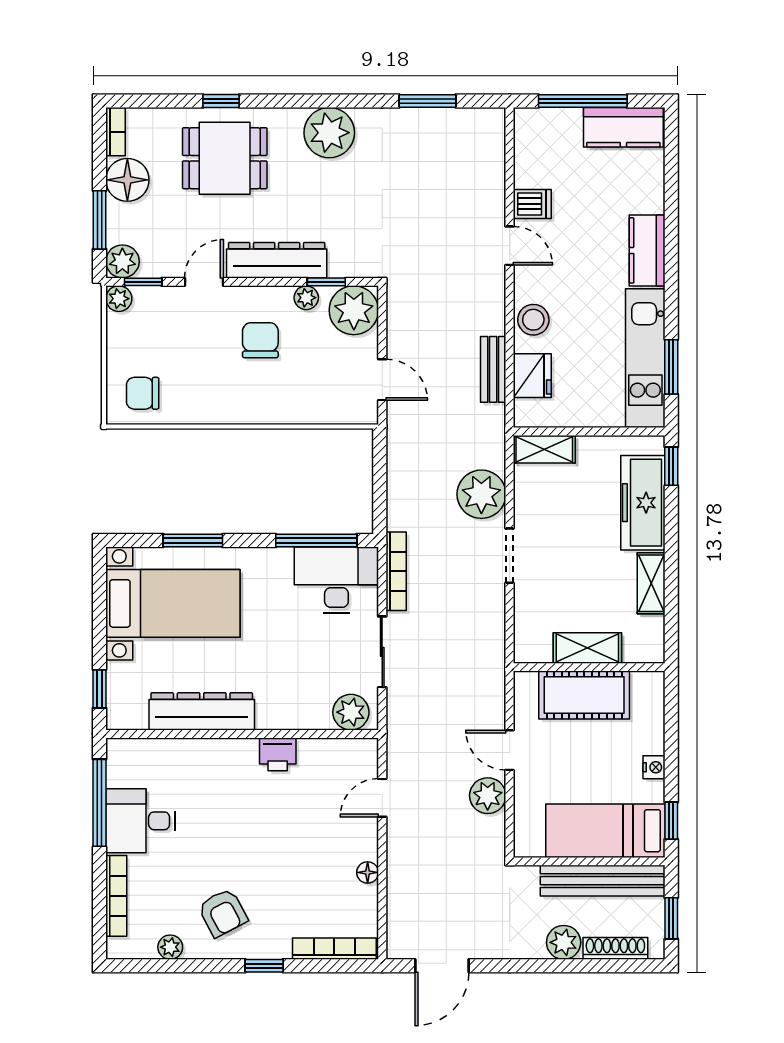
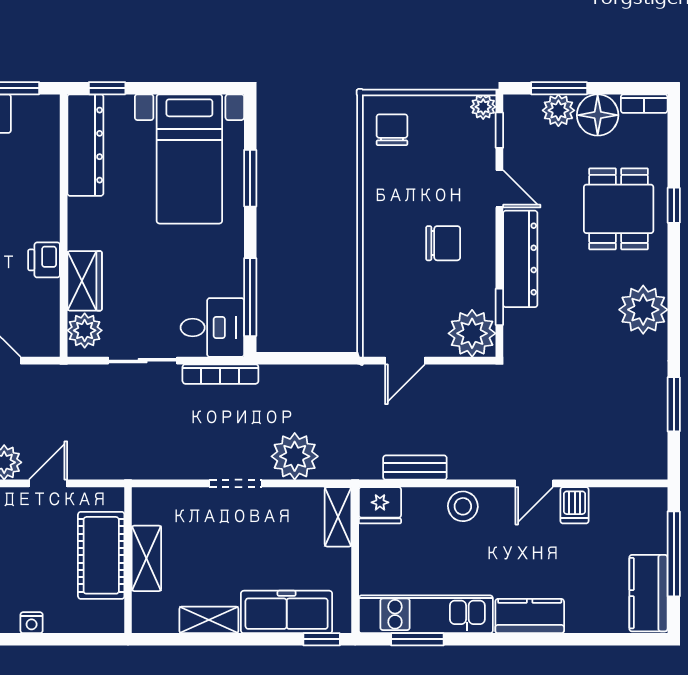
plant: (122, 261) -> (558, 110), moved
plant: (306, 298) -> (484, 287), removed
fridge: (532, 376) -> (380, 505), moved
desk: (336, 580) -> (212, 328), width x0.73
dresser: (202, 711) -> (85, 145), moved
wardrobe: (299, 712) -> (85, 281), added

